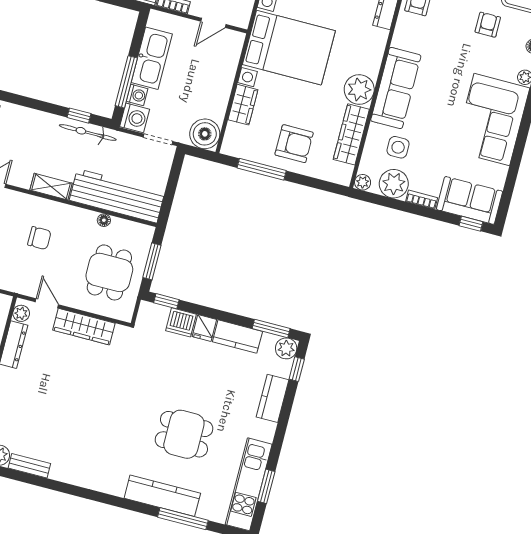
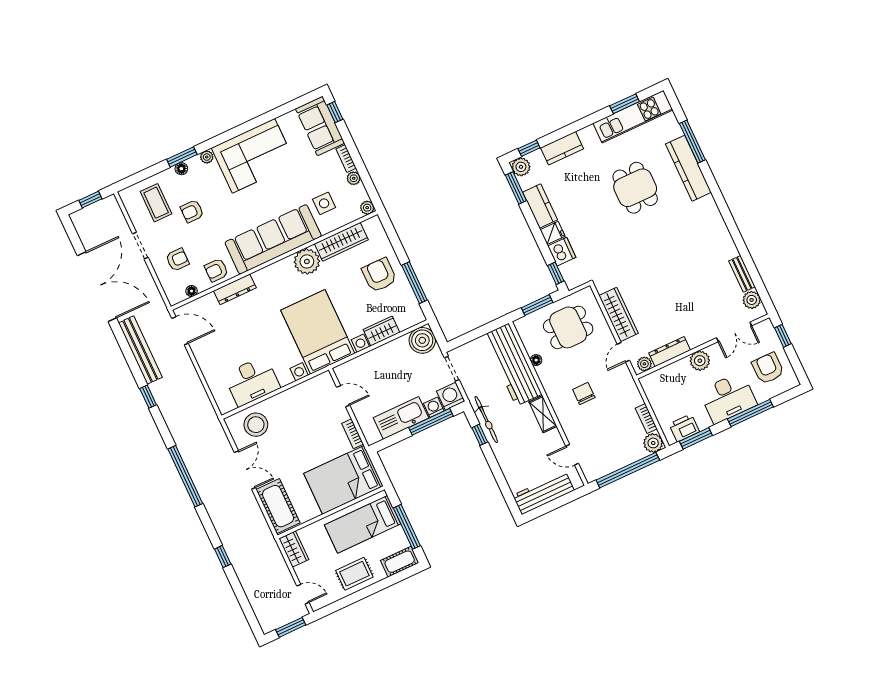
sofa: (396, 88) -> (273, 239), width x1.36, depth x1.27
plant: (394, 184) -> (354, 178), width x0.53, depth x0.53

